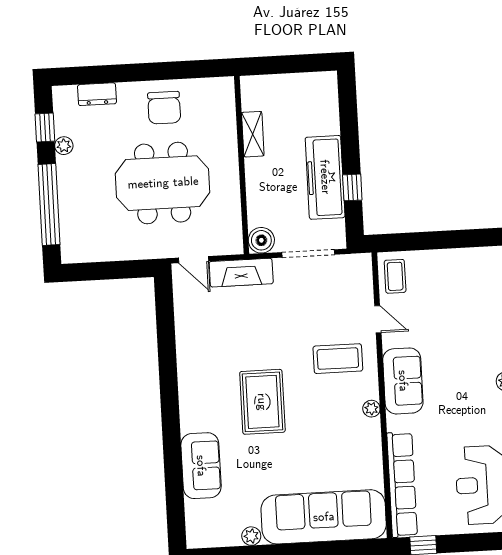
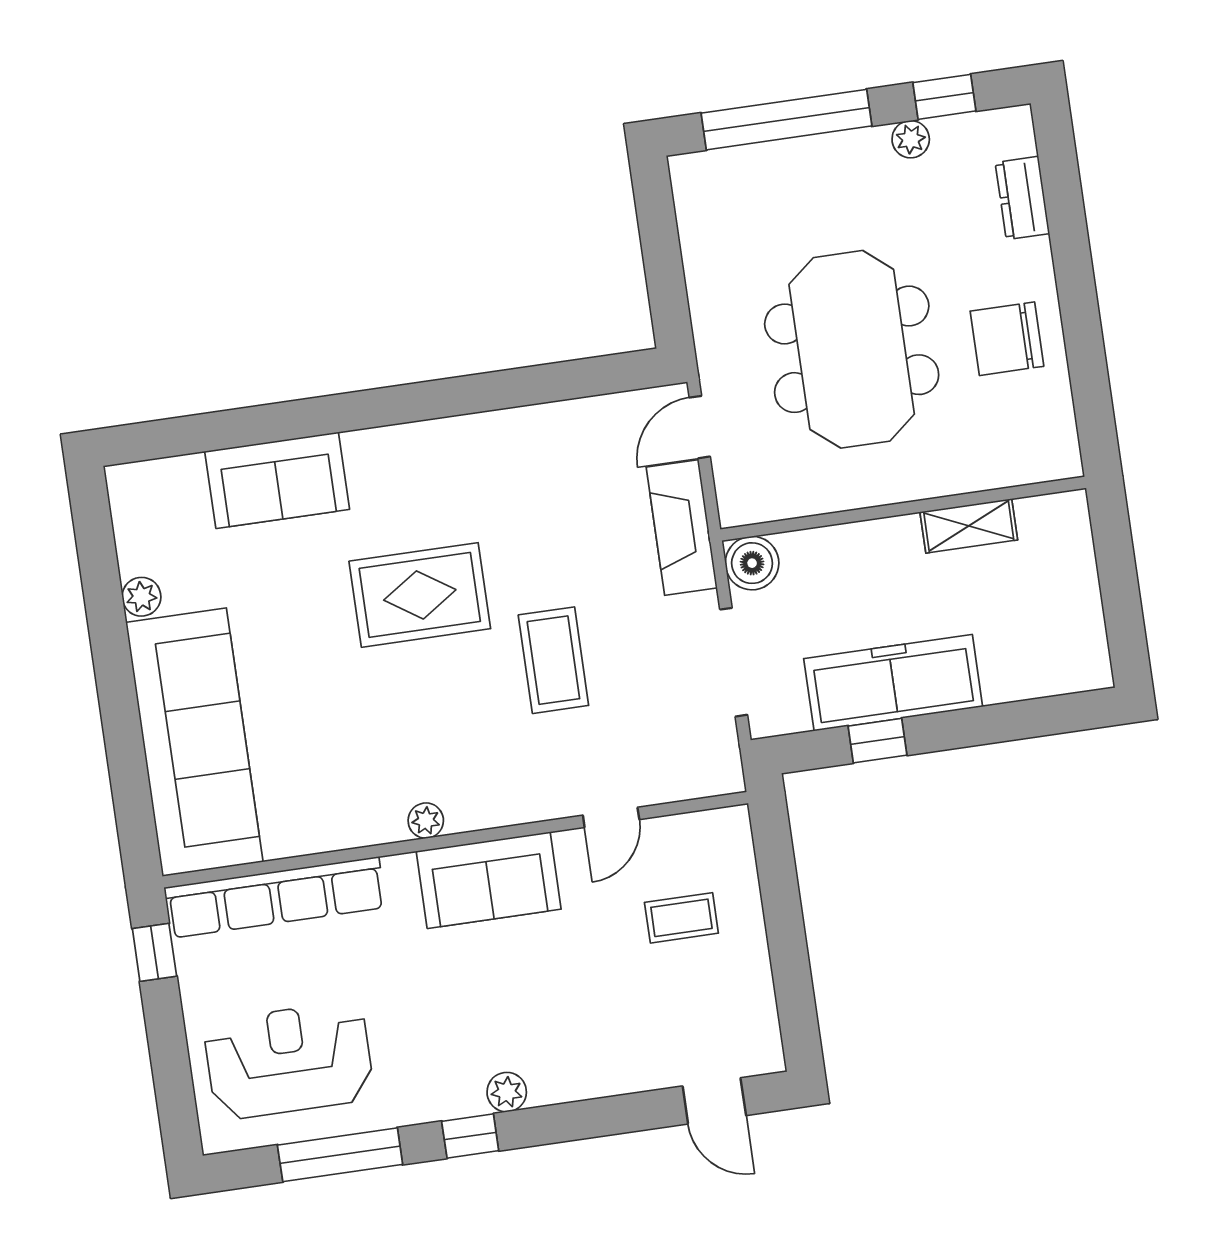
coffee table: (395, 276) -> (681, 918), moved
coffee table: (338, 359) -> (553, 660), moved

